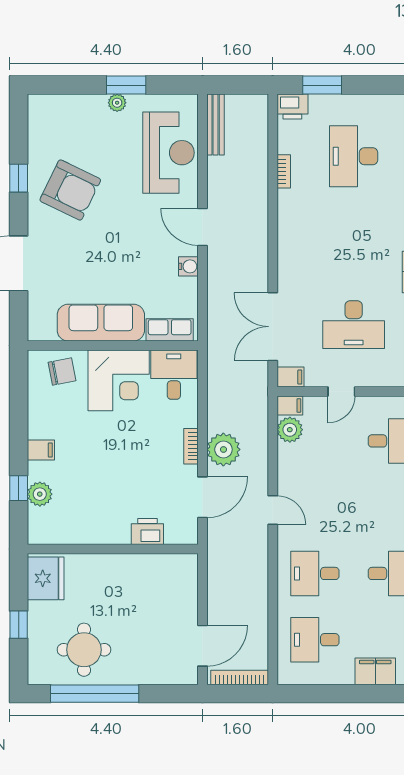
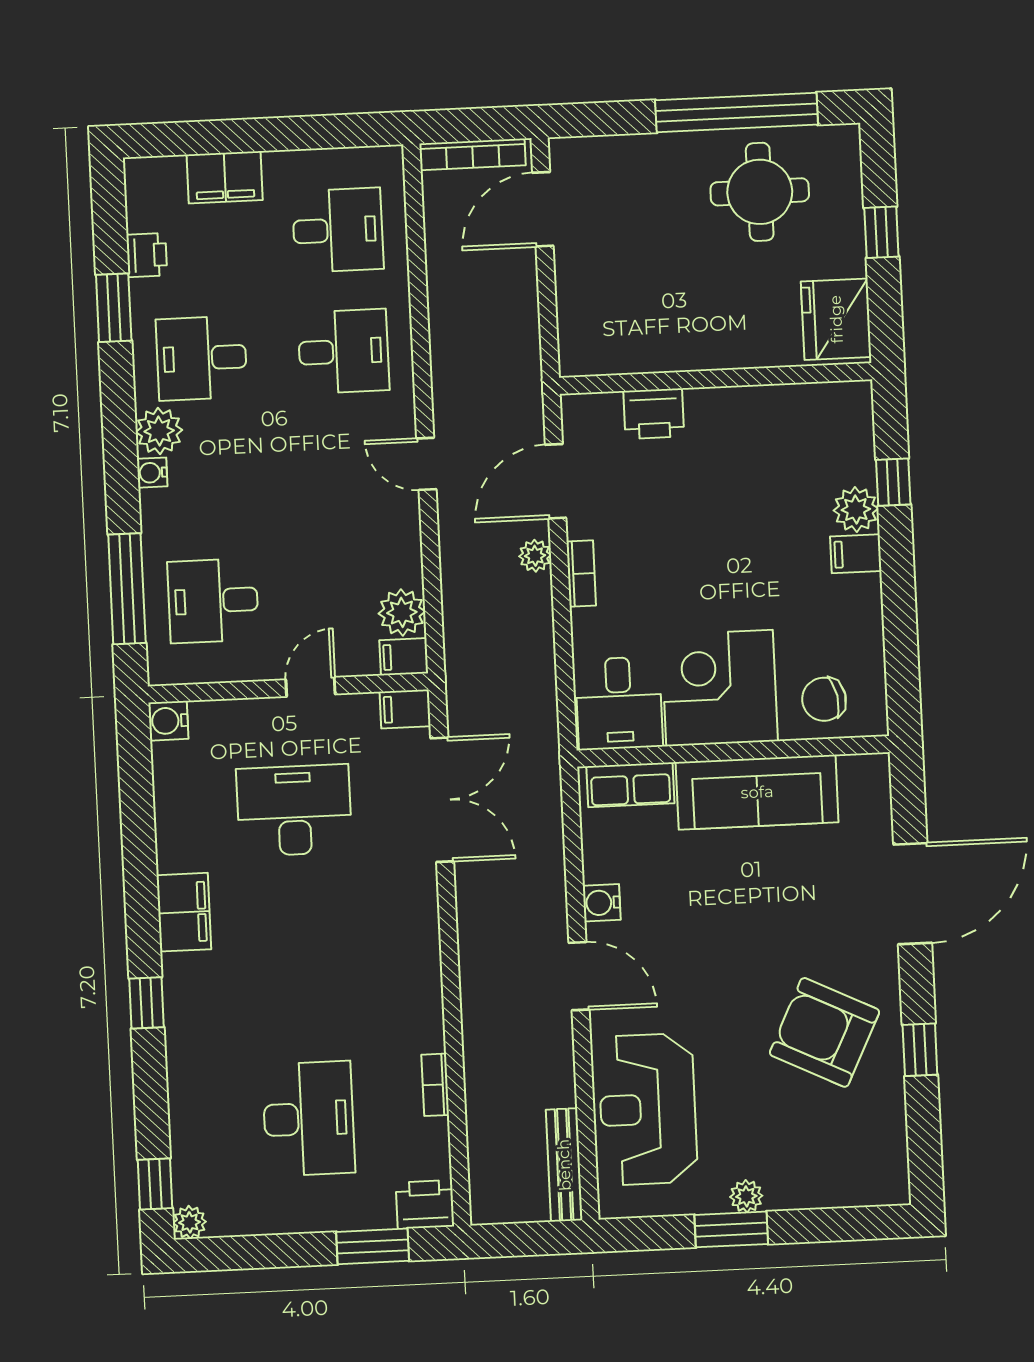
plant: (223, 449) -> (535, 556), width x0.53, depth x0.53
plant: (40, 494) -> (856, 509), moved

